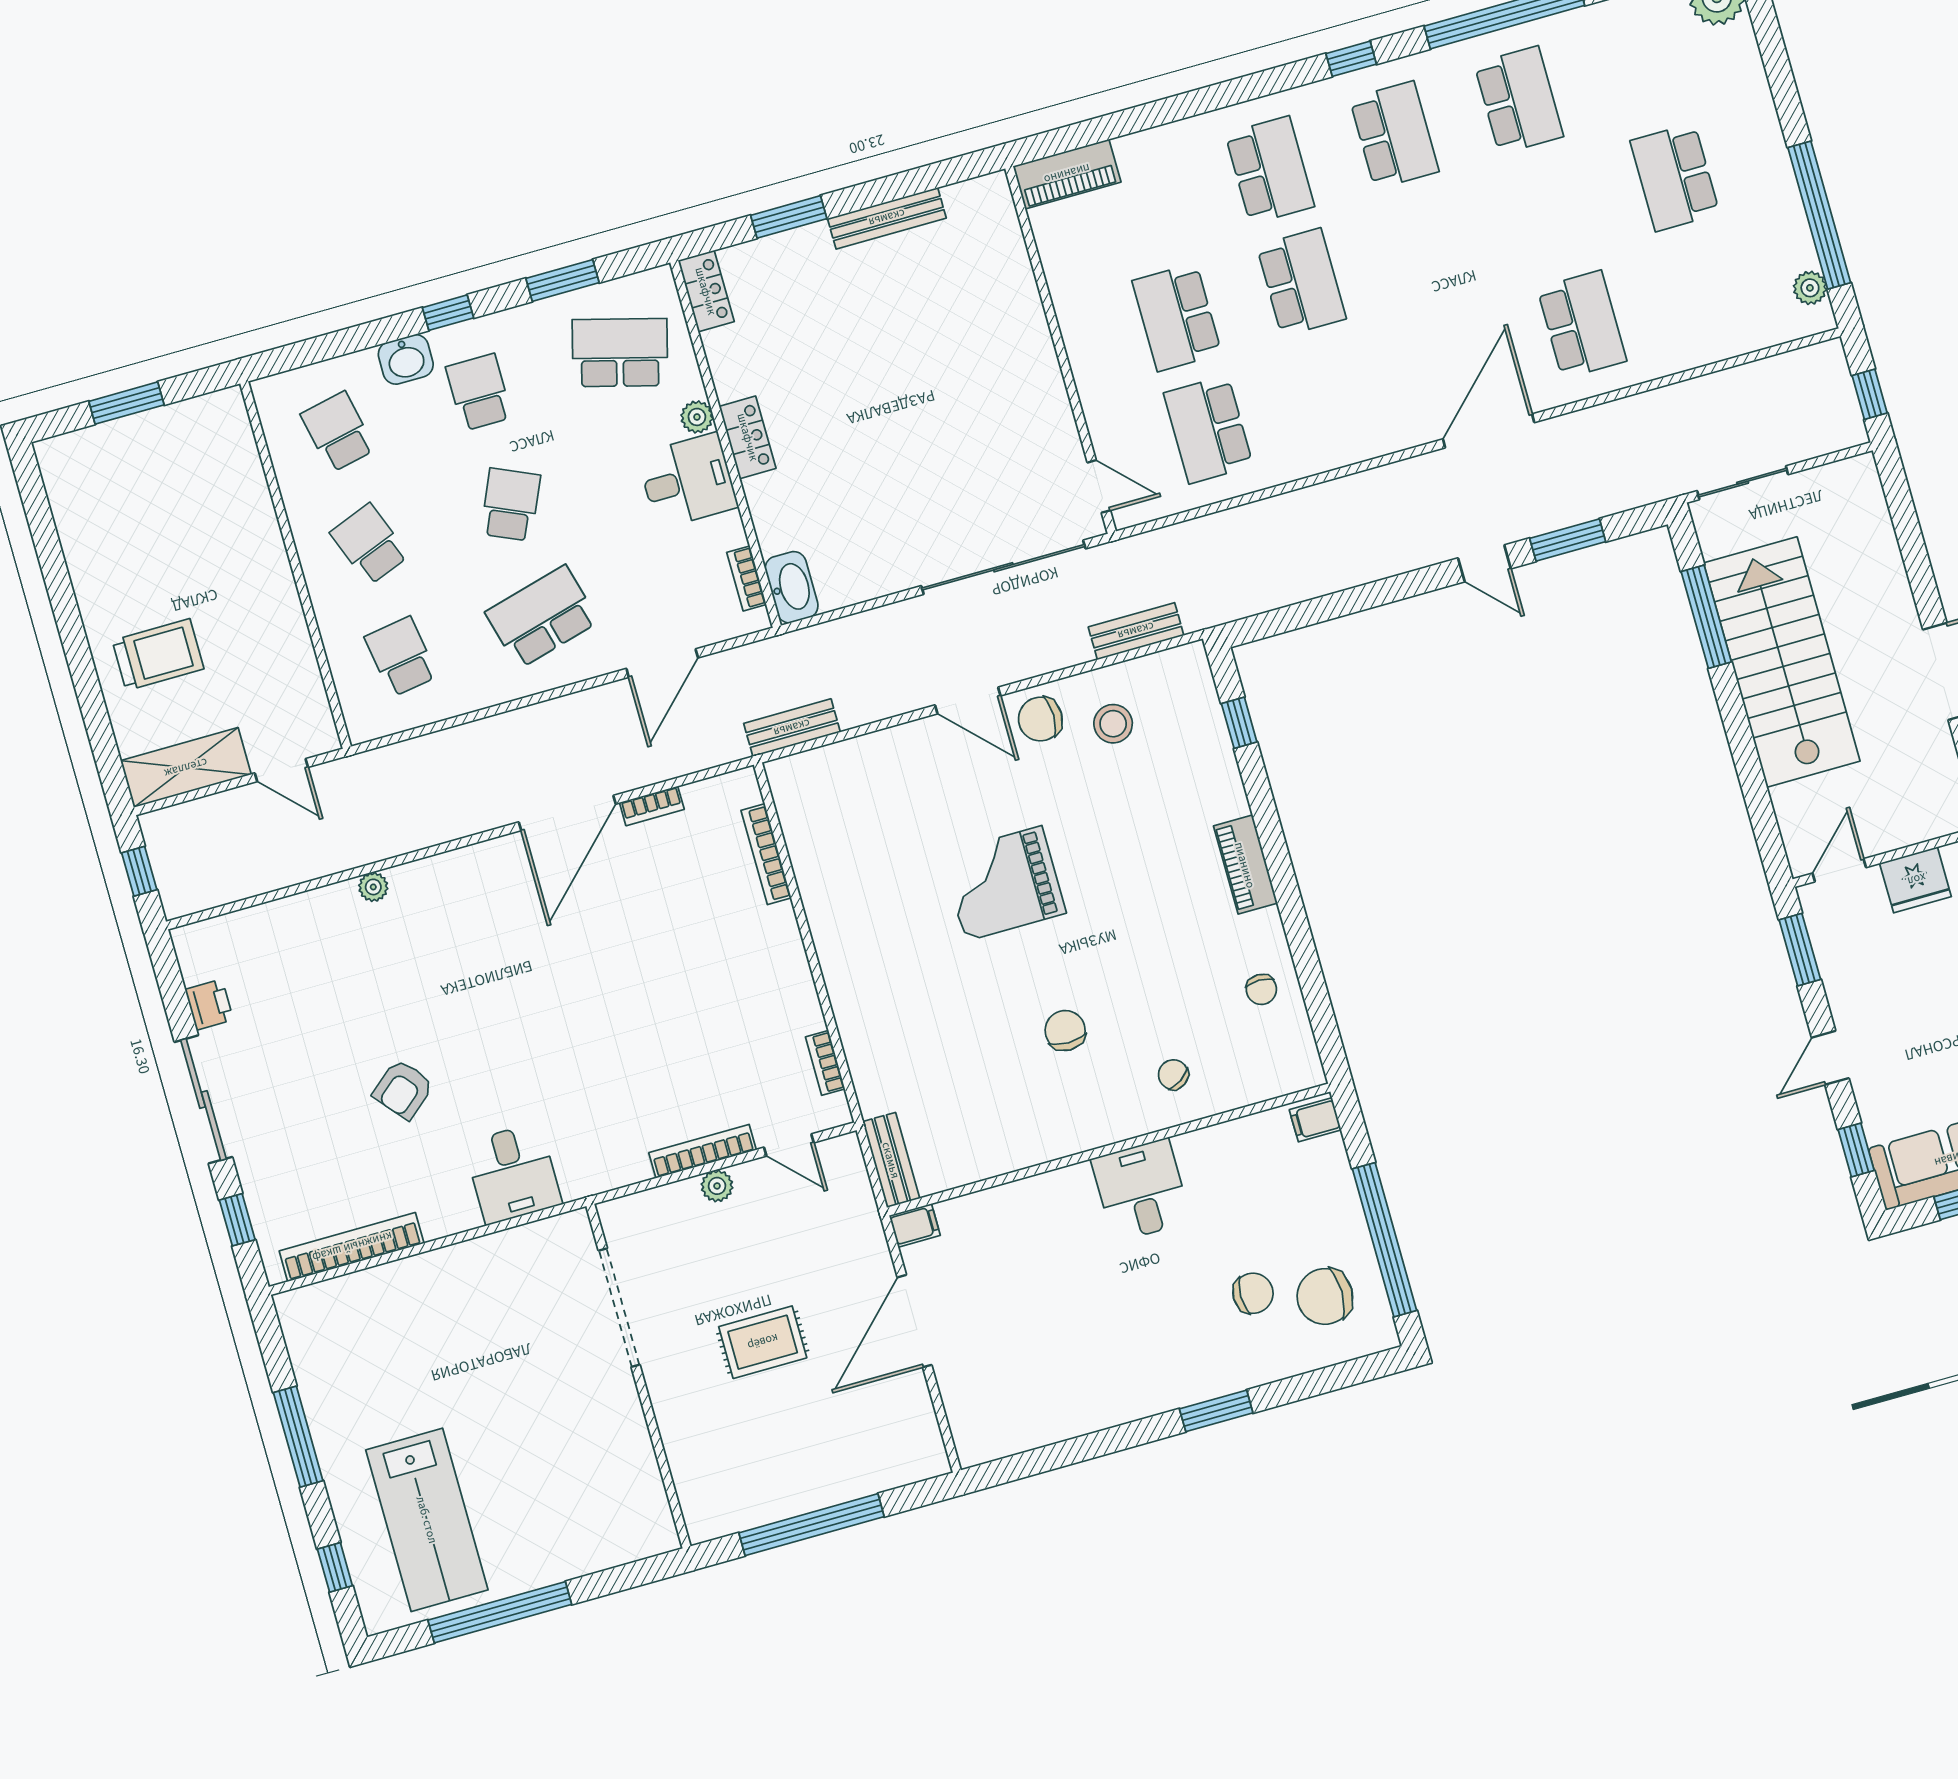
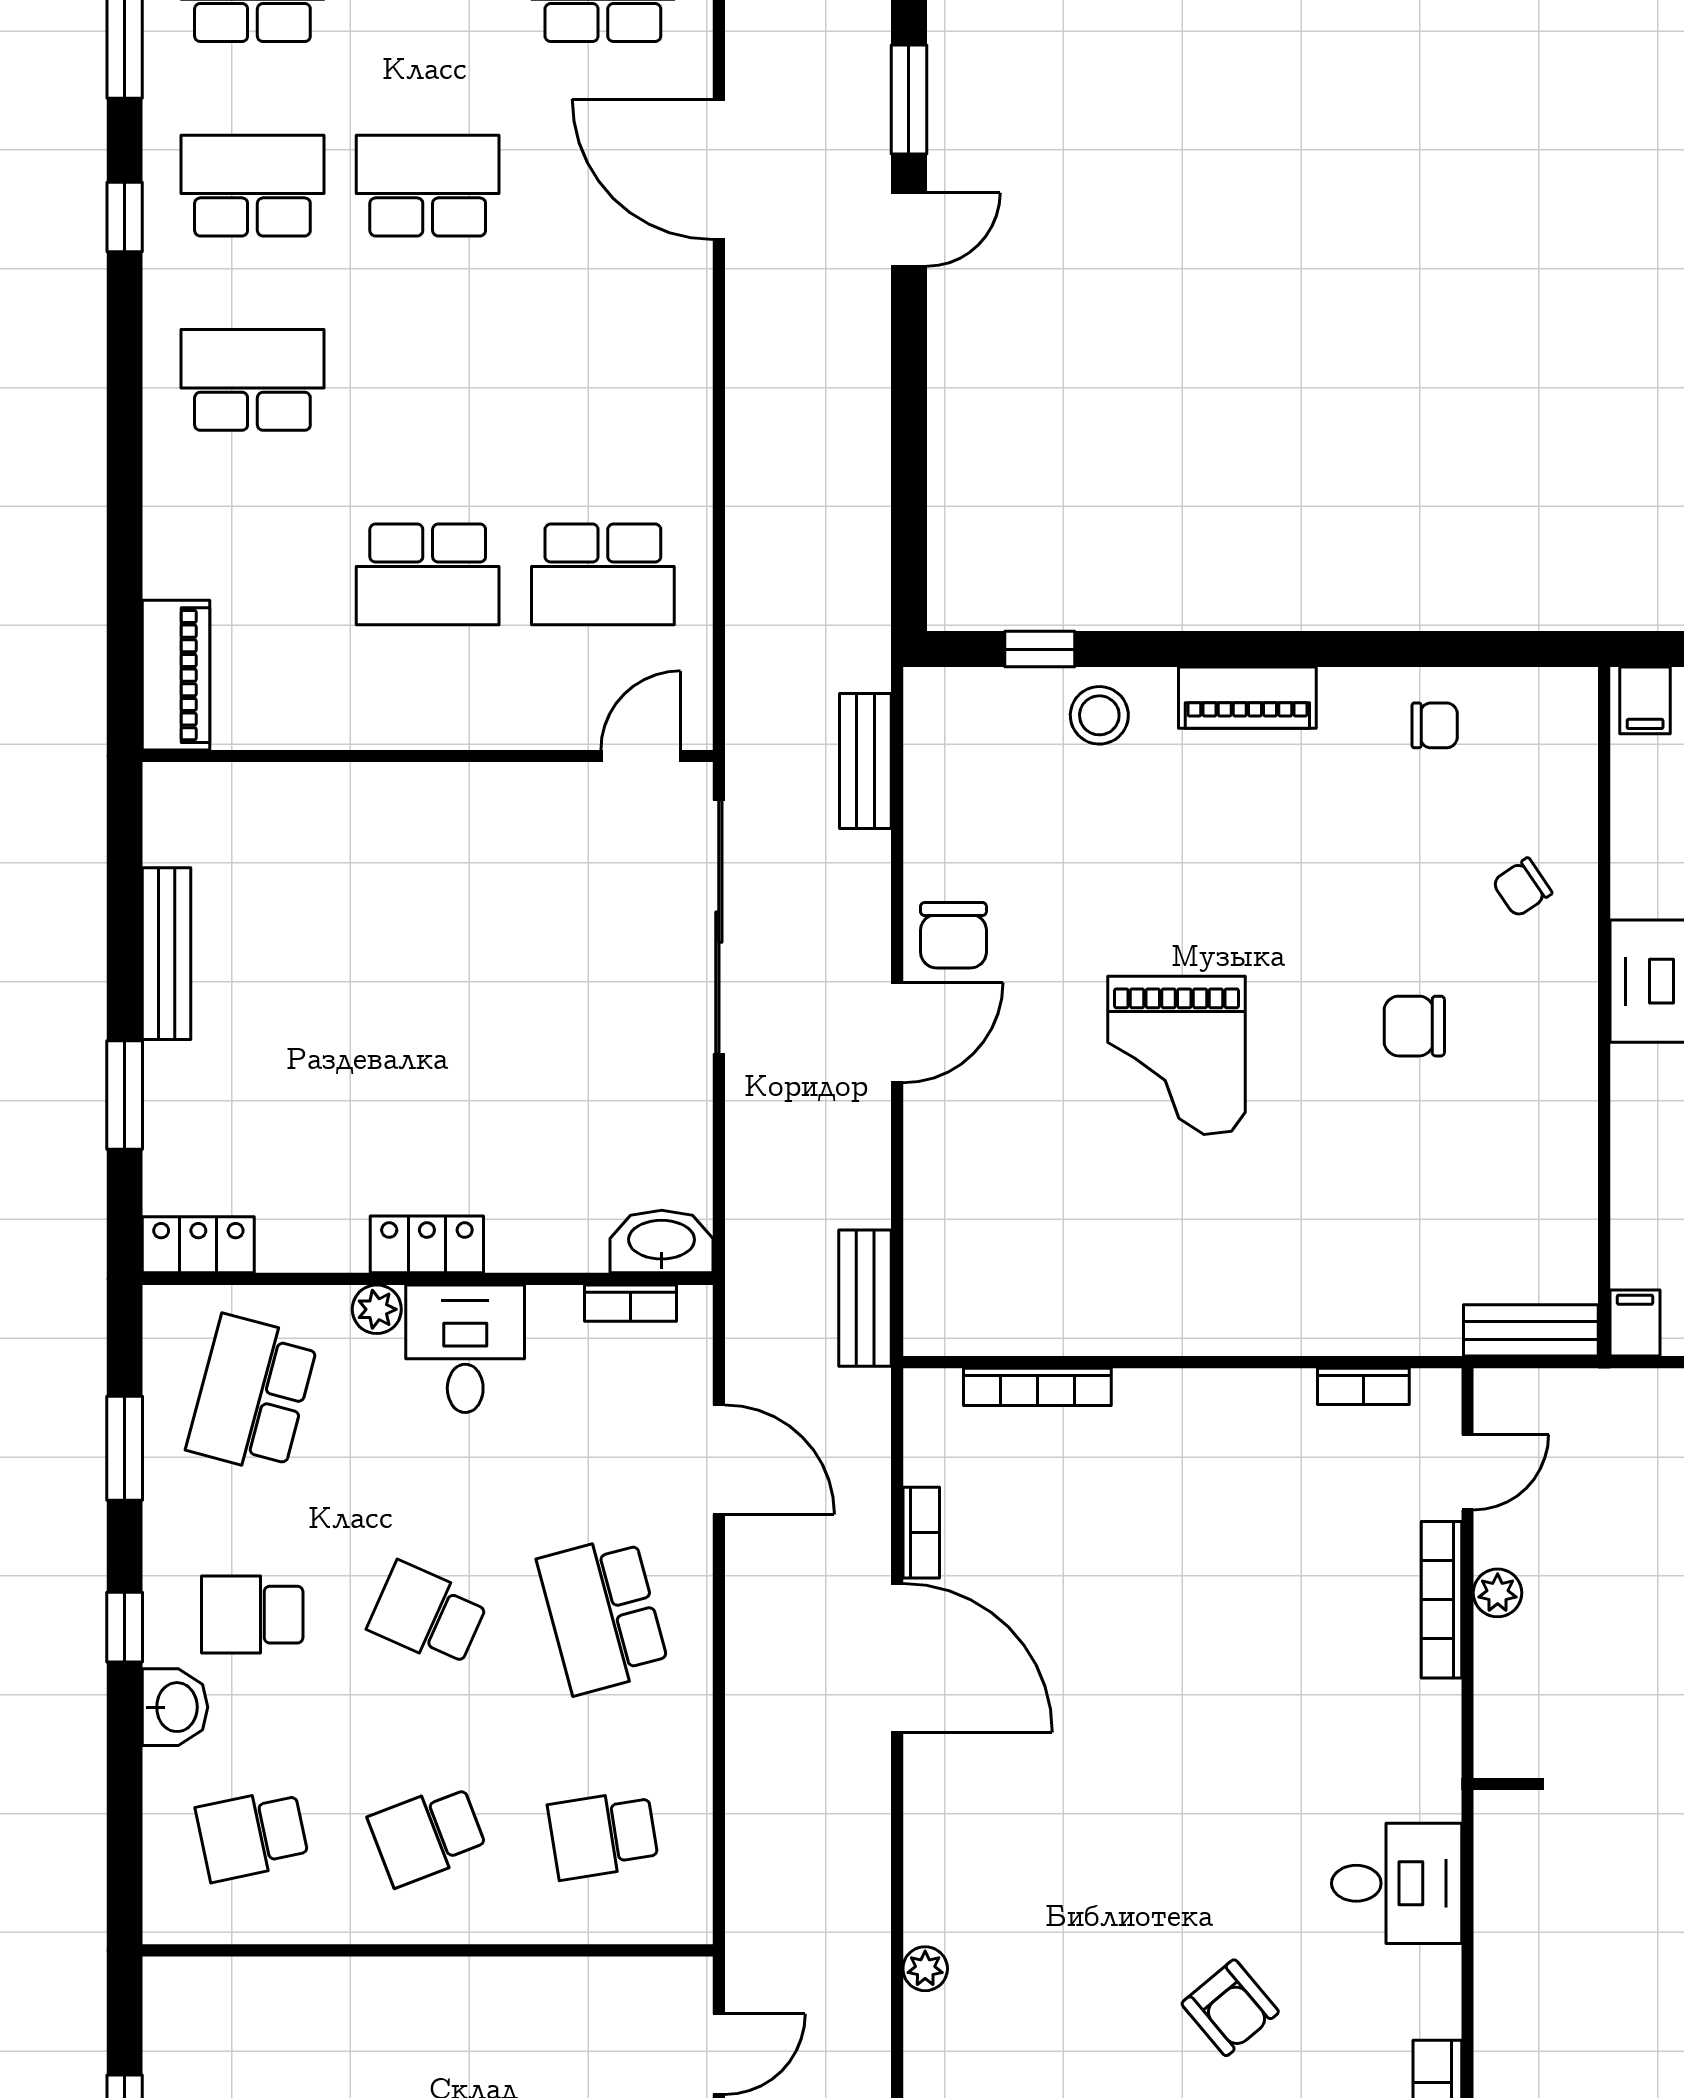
school desk: (1301, 282) -> (428, 186), moved
stool: (1113, 724) -> (1099, 715), moved

